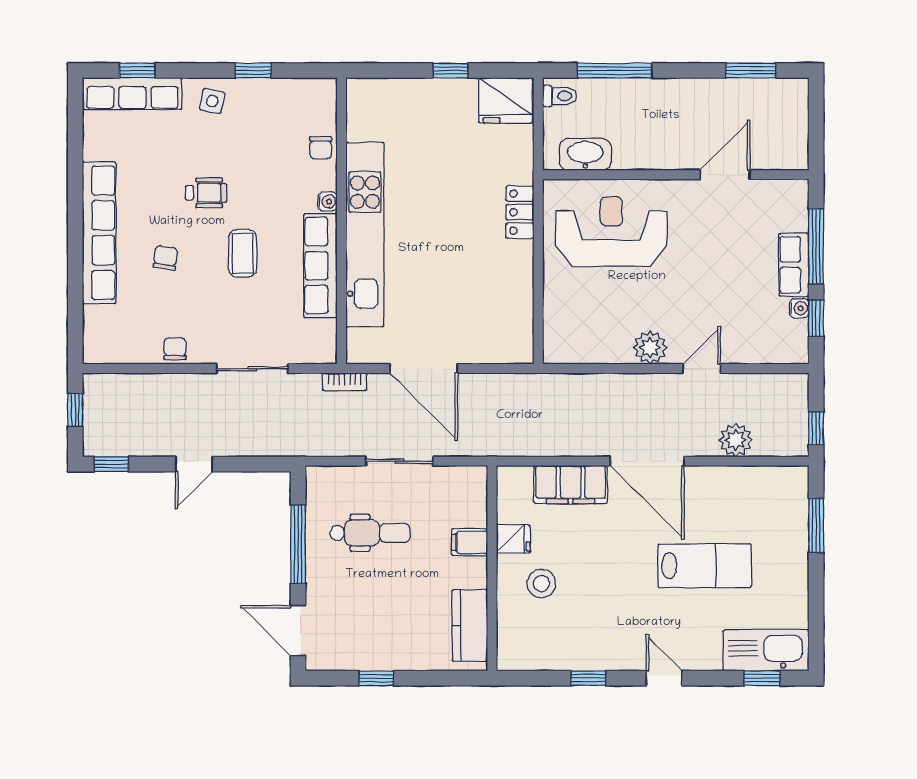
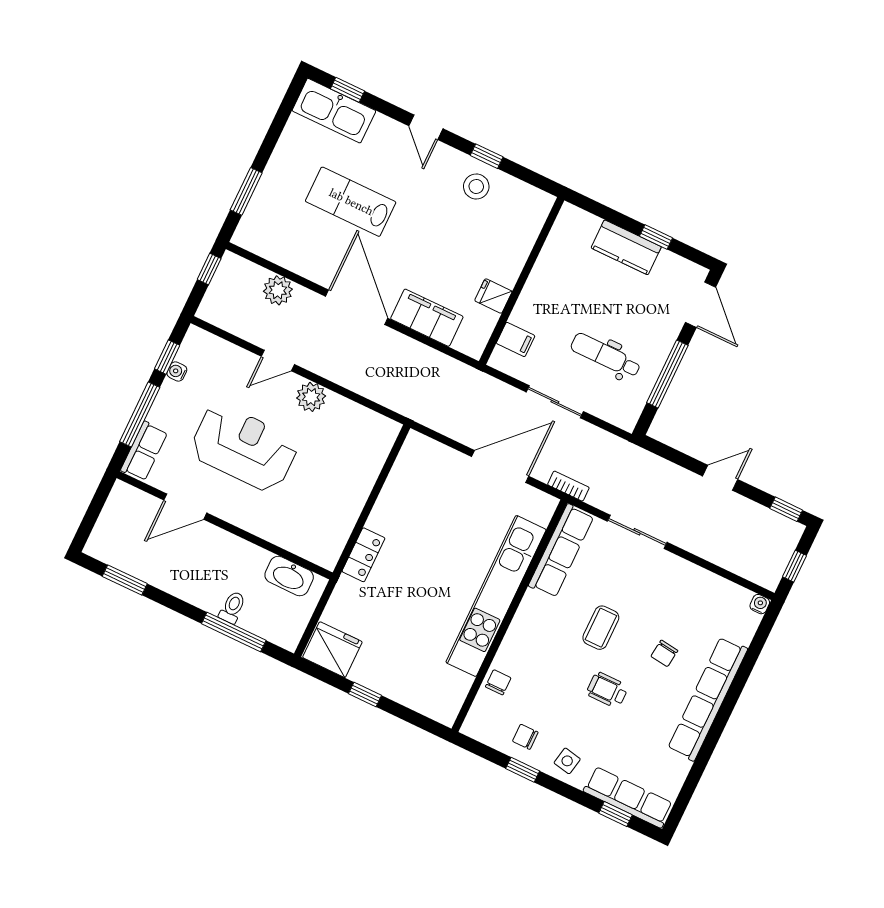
toilet: (560, 96) -> (232, 607), moved, turned 90
water cooler: (327, 202) -> (760, 604), moved, turned 90
reception desk: (611, 232) -> (244, 448), moved, turned 180
row of seats: (794, 265) -> (144, 451), moved
row of seats: (320, 266) -> (561, 551), moved
chair: (175, 349) -> (525, 737), moved, turned 90
door: (424, 369) -> (500, 466), hinge flipped
filing cabinet: (470, 542) -> (516, 339), moved
stool: (541, 583) -> (476, 186), moved
kitchen counter: (470, 626) -> (626, 247), moved, turned 90

